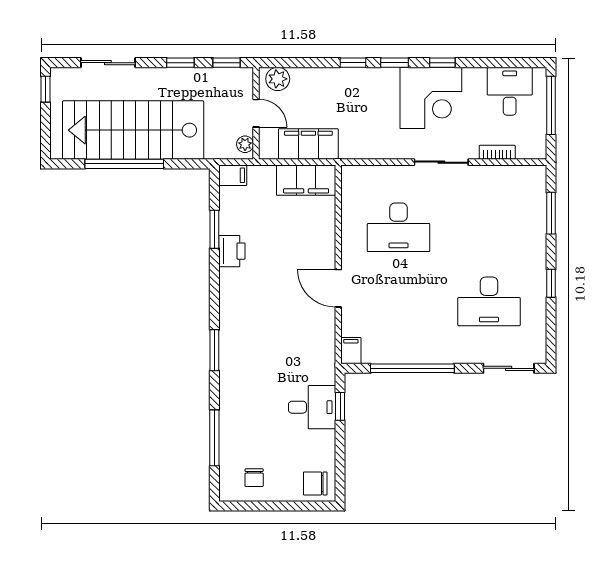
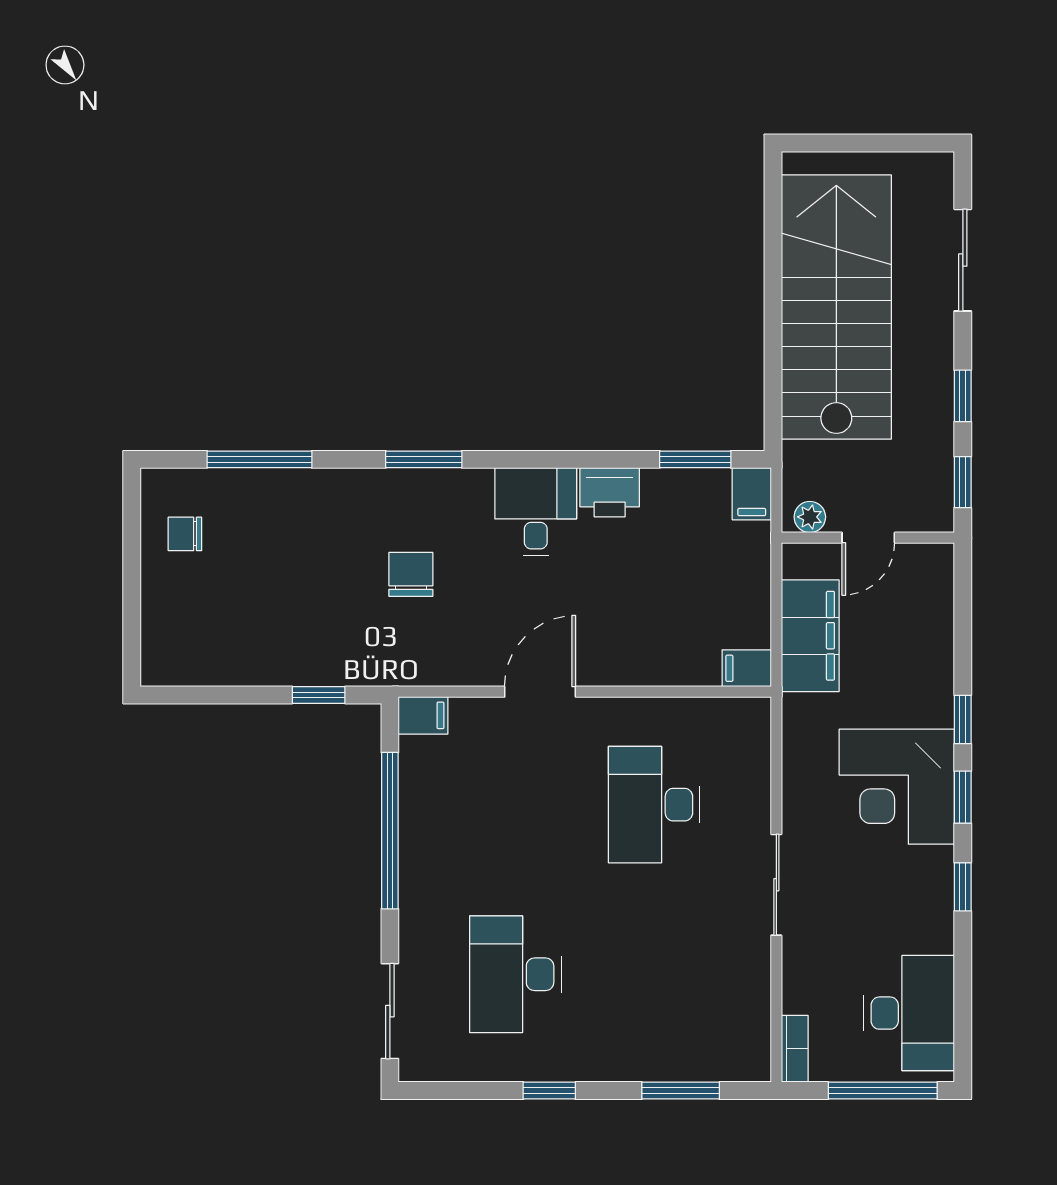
plant: (278, 79) -> (932, 578), removed
window: (46, 89) -> (913, 143), removed
desk: (510, 91) -> (909, 1013), width x1.37
corner desk: (431, 98) -> (897, 787), moved
bookcase: (497, 152) -> (795, 1049), moved
window: (124, 164) -> (773, 291), removed
filing cabinet: (306, 180) -> (747, 668), width x0.33, depth x0.86
window: (214, 229) -> (695, 459), moved
desk: (312, 407) -> (536, 512), moved, turned 180
chair: (315, 483) -> (411, 574), moved

